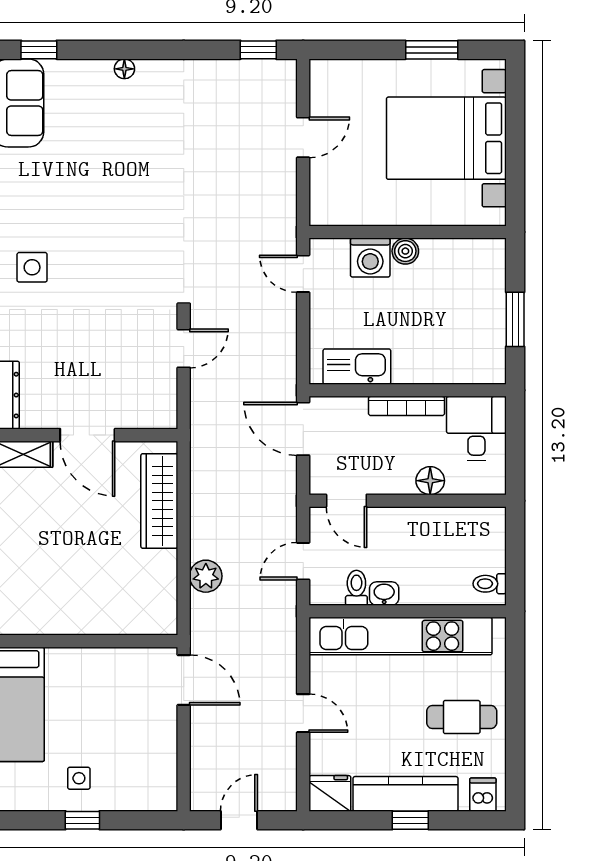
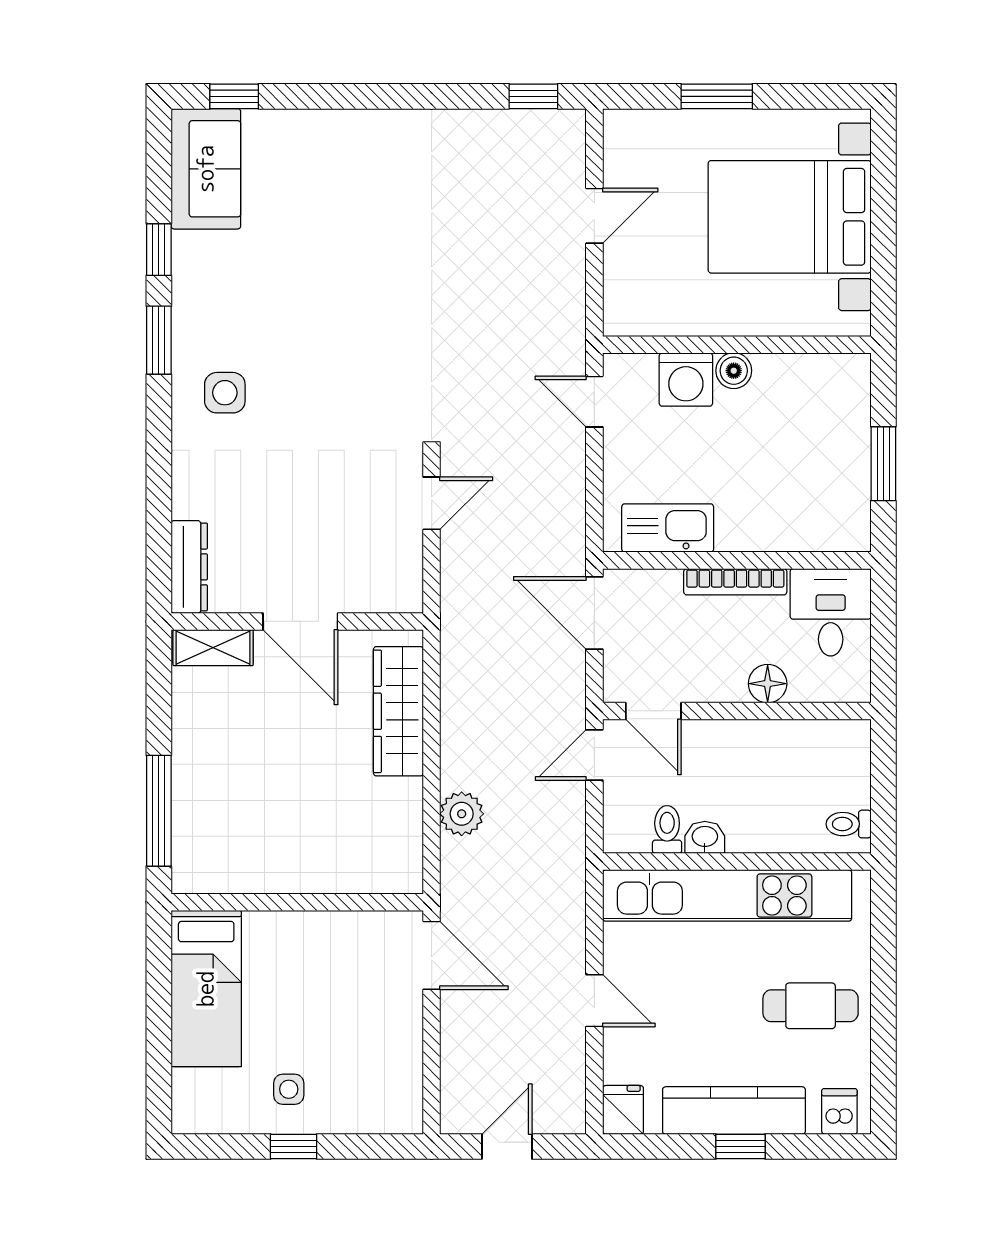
window: (432, 50) -> (717, 96), moved
floor lamp: (124, 69) -> (351, 122), removed
door: (303, 561) -> (594, 755), moved
fridge: (330, 793) -> (623, 1110), width x0.72

